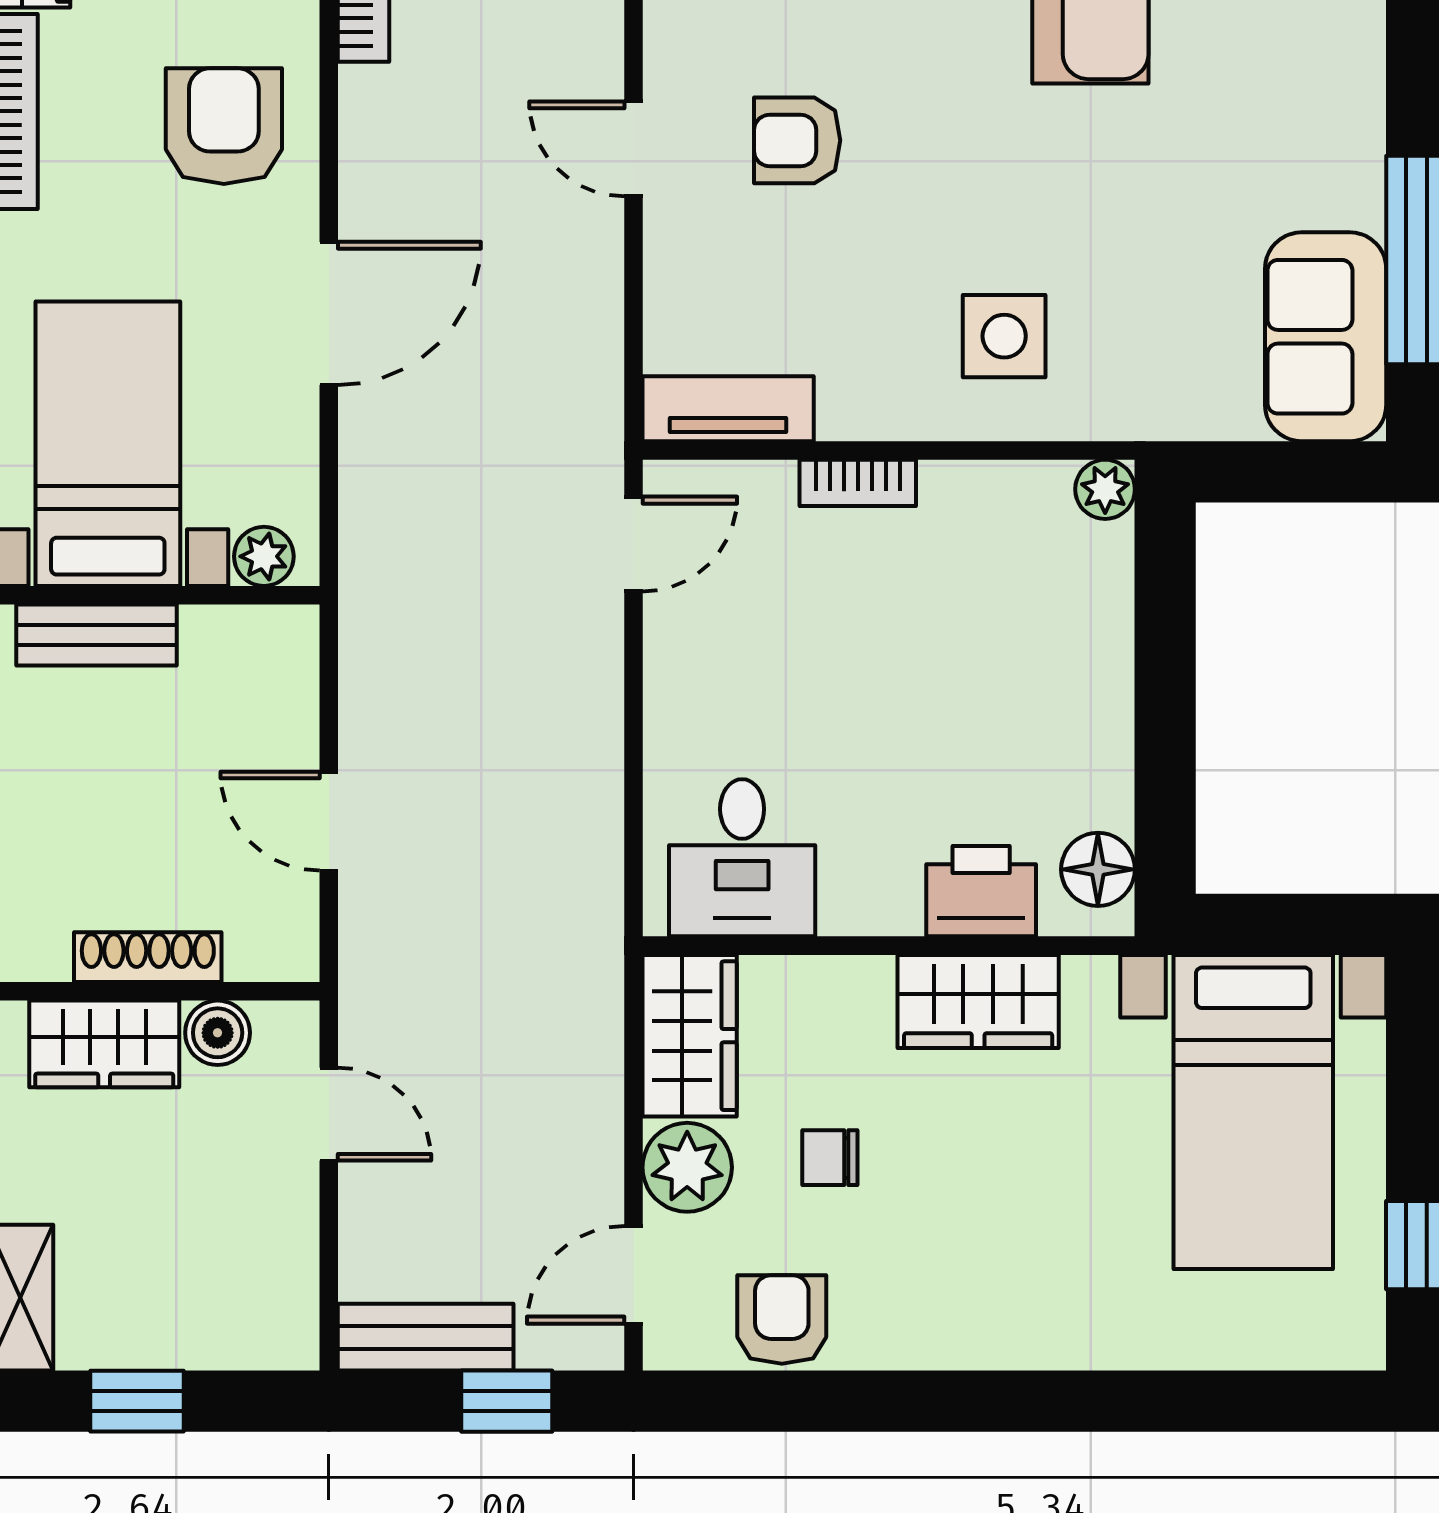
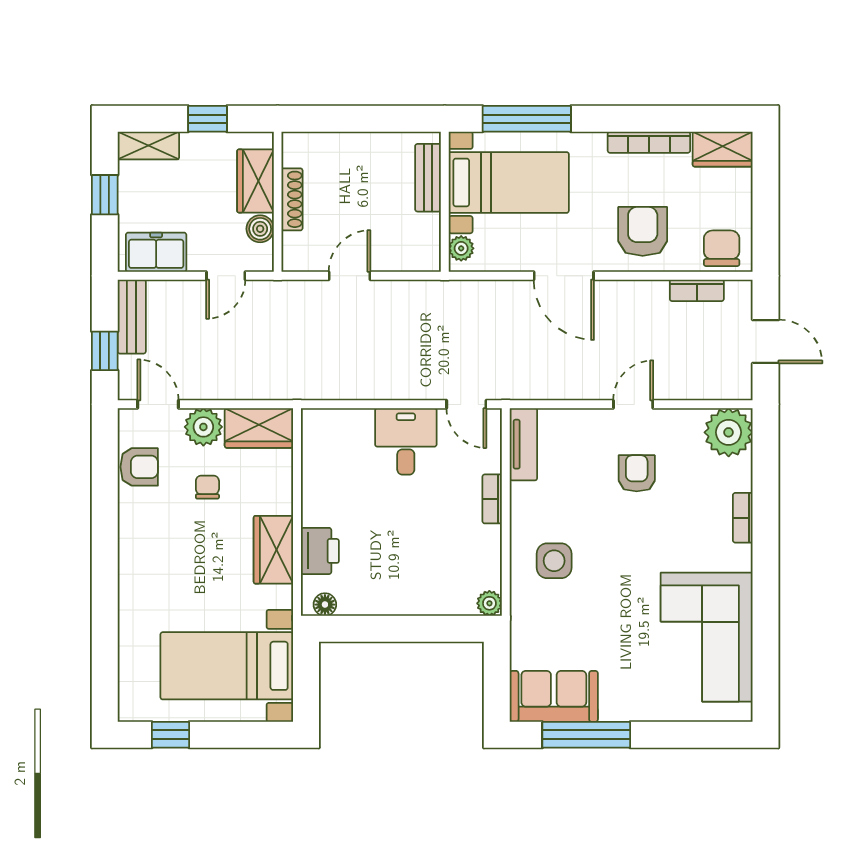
armchair: (224, 126) -> (643, 231), turned -90
desk: (742, 858) -> (406, 441), moved, turned 90
floor lamp: (1098, 869) -> (325, 605), width x0.73, depth x0.73
freezer: (273, 1279) -> (156, 252), added

